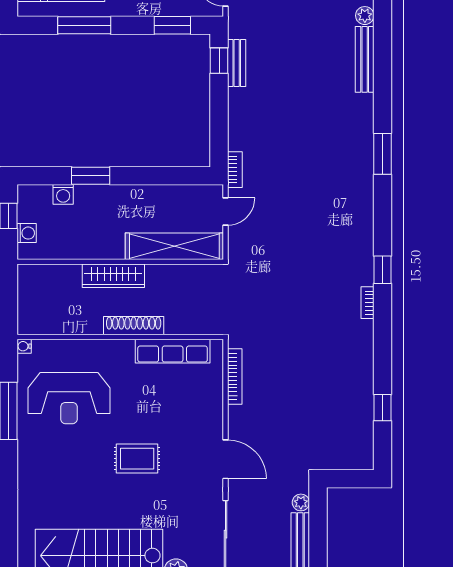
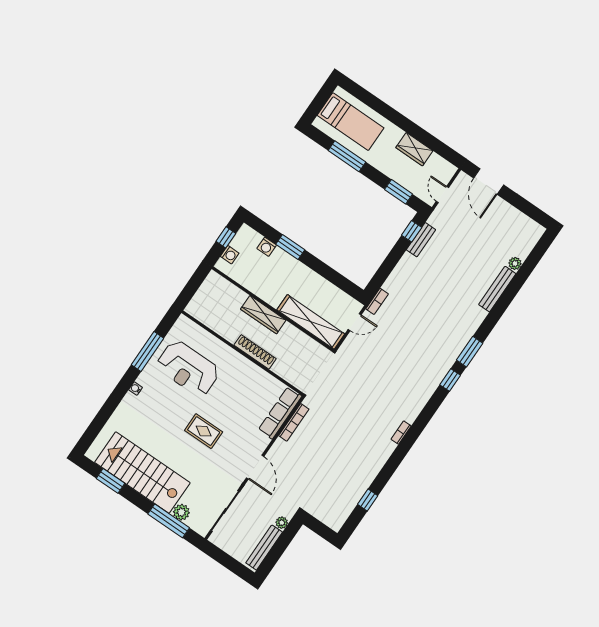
window: (382, 270) -> (450, 380), moved
water cooler: (24, 346) -> (136, 389), moved
row of seats: (173, 351) -> (280, 413), moved, turned 90

